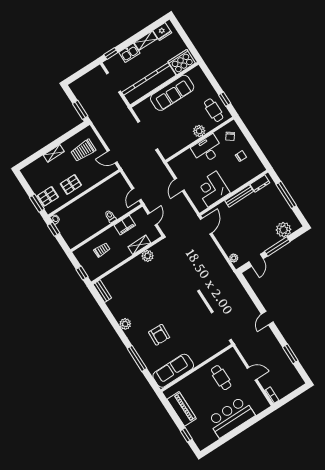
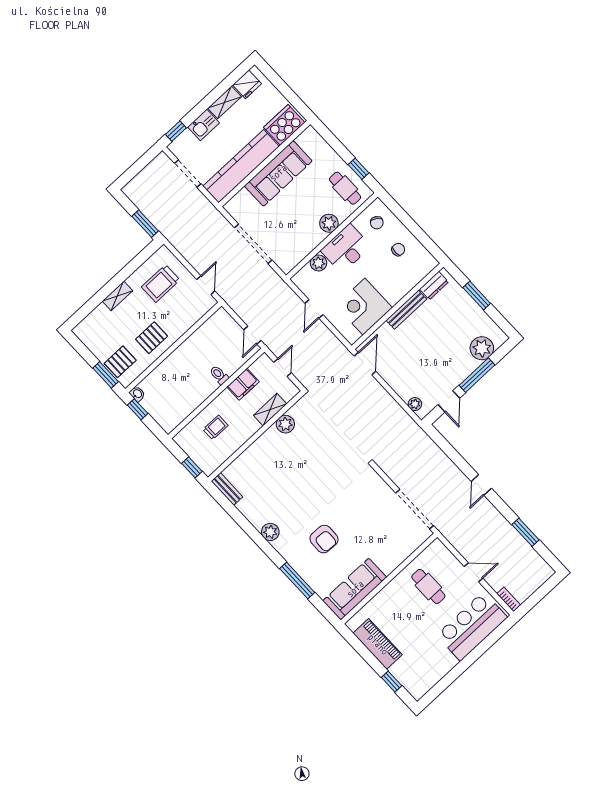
plant: (188, 156) -> (318, 263), added
door: (112, 157) -> (206, 285), swing flipped
window: (286, 195) -> (477, 295), width x0.69
bar counter: (231, 417) -> (472, 626), moved

